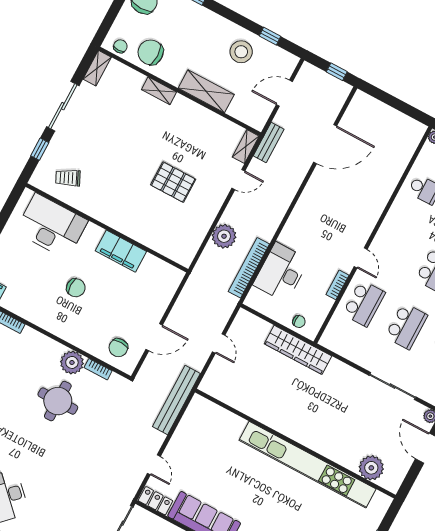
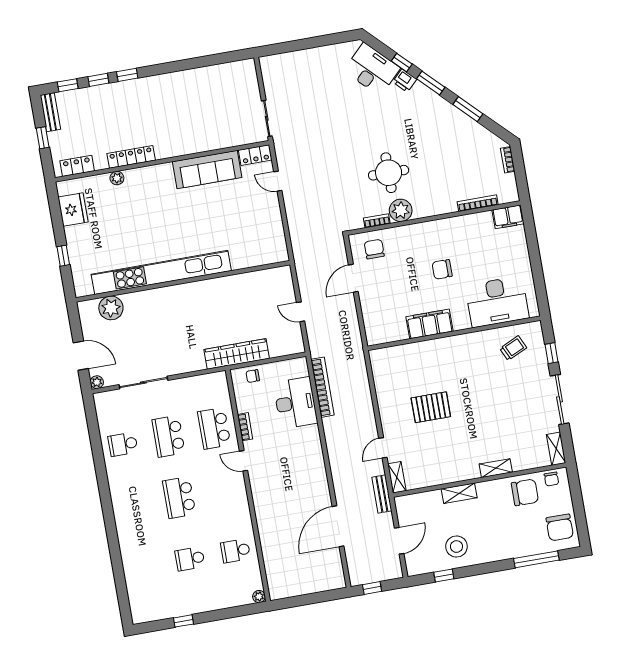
shelving: (206, 91) -> (459, 493), width x0.67, depth x0.75
plant: (224, 236) -> (360, 396), removed
bench: (176, 400) -> (299, 244), removed

